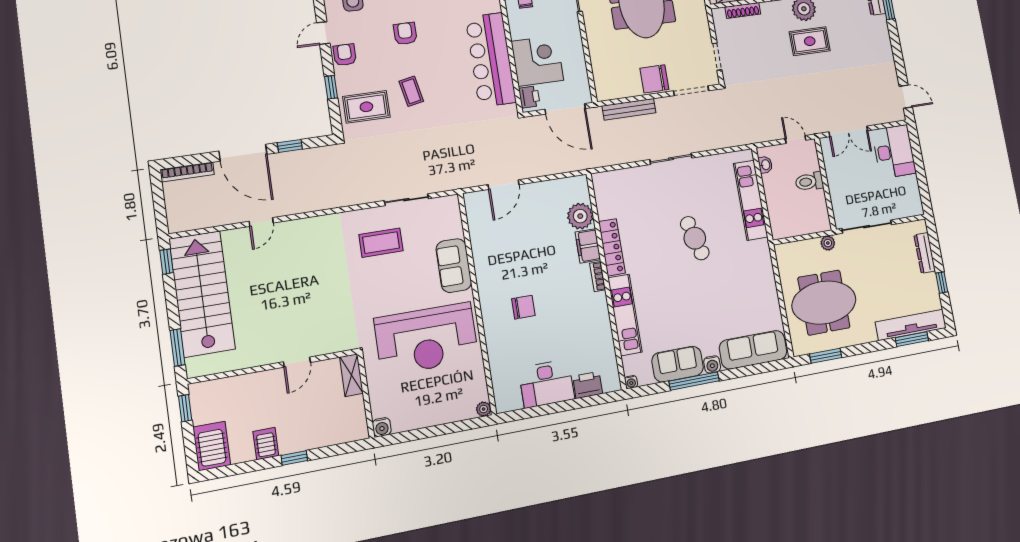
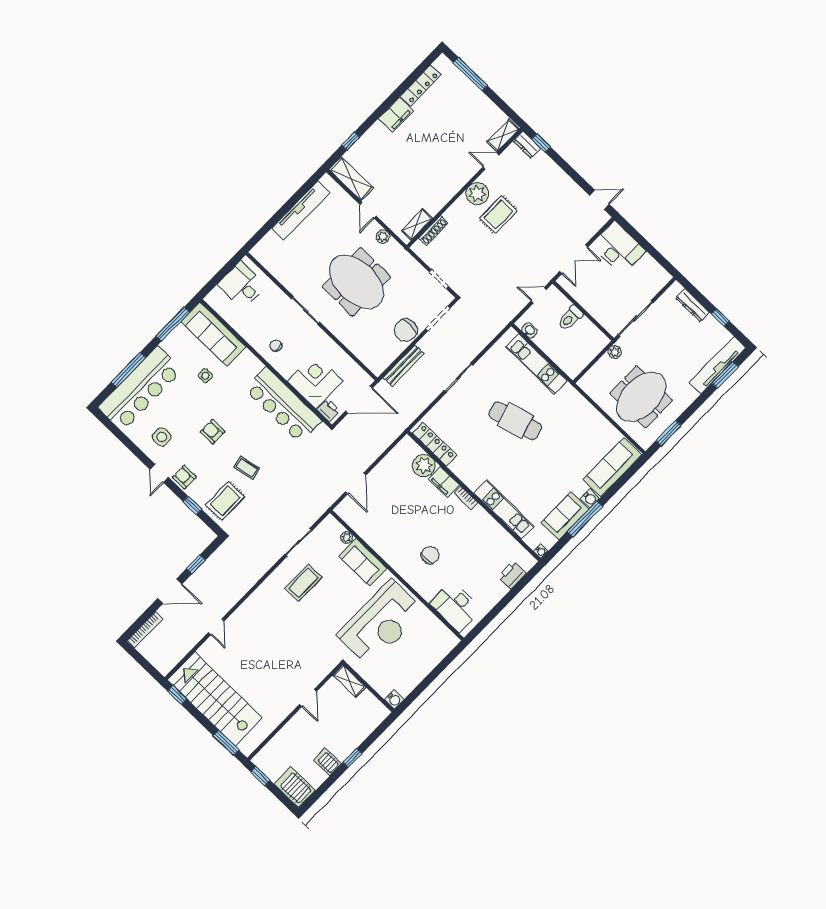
door: (243, 153) -> (170, 591), width x0.73
cafe table: (695, 238) -> (515, 421), width x1.37, depth x1.35
locker: (612, 247) -> (435, 444), moved
desk: (547, 384) -> (455, 606), moved, turned 90
plant: (484, 409) -> (347, 538), moved

